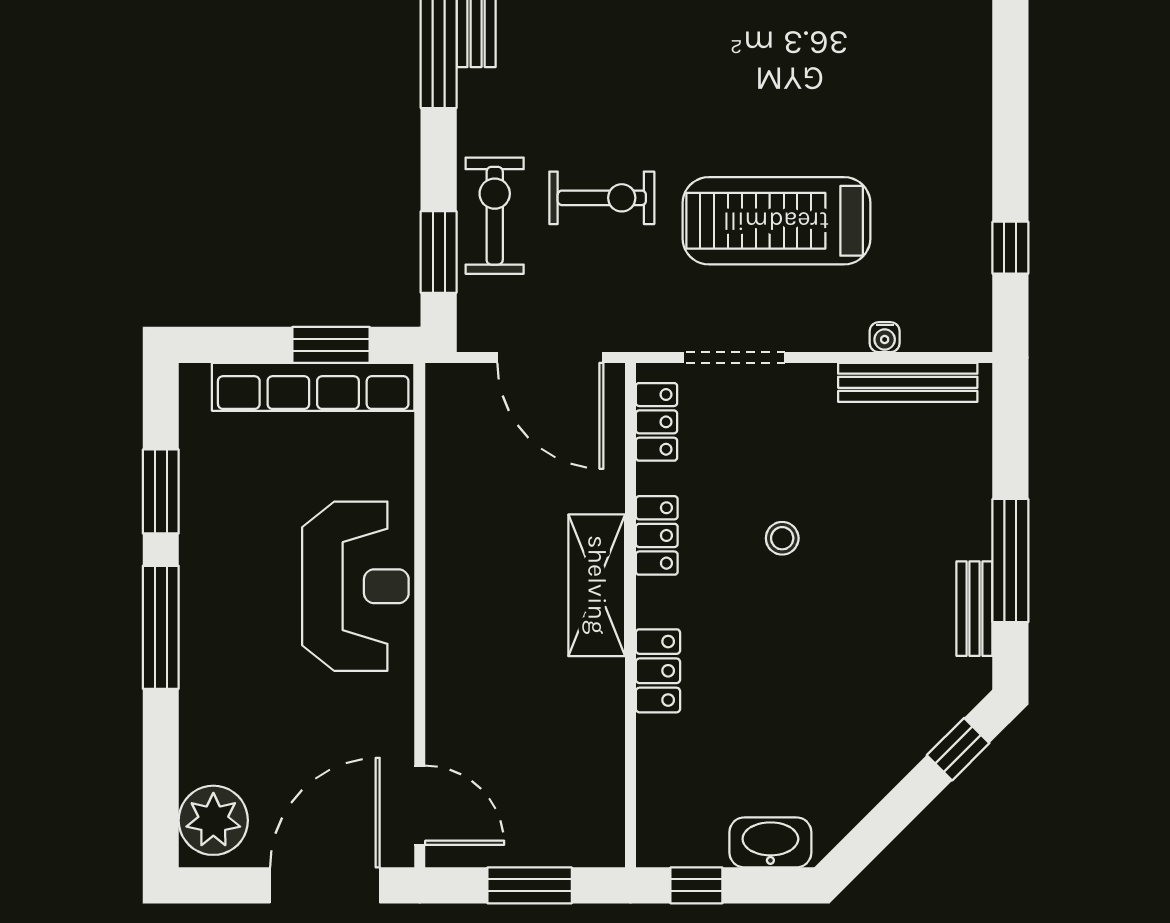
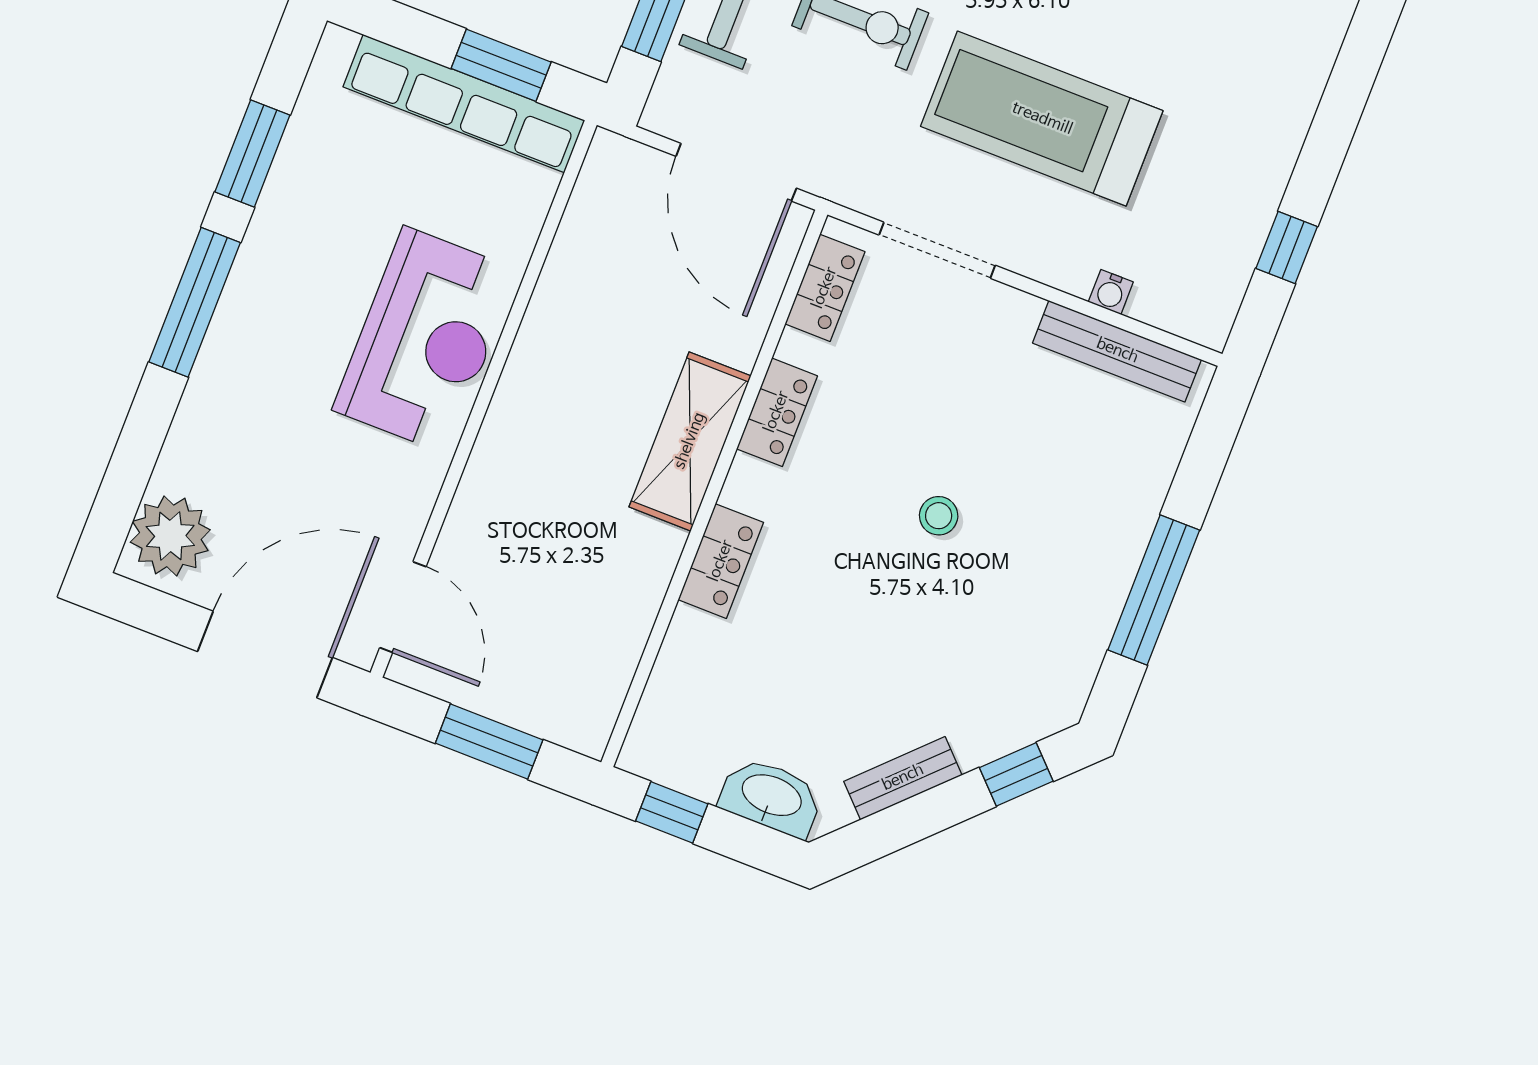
stool: (782, 538) -> (939, 516), moved
bench: (974, 609) -> (903, 778), moved, turned 45

